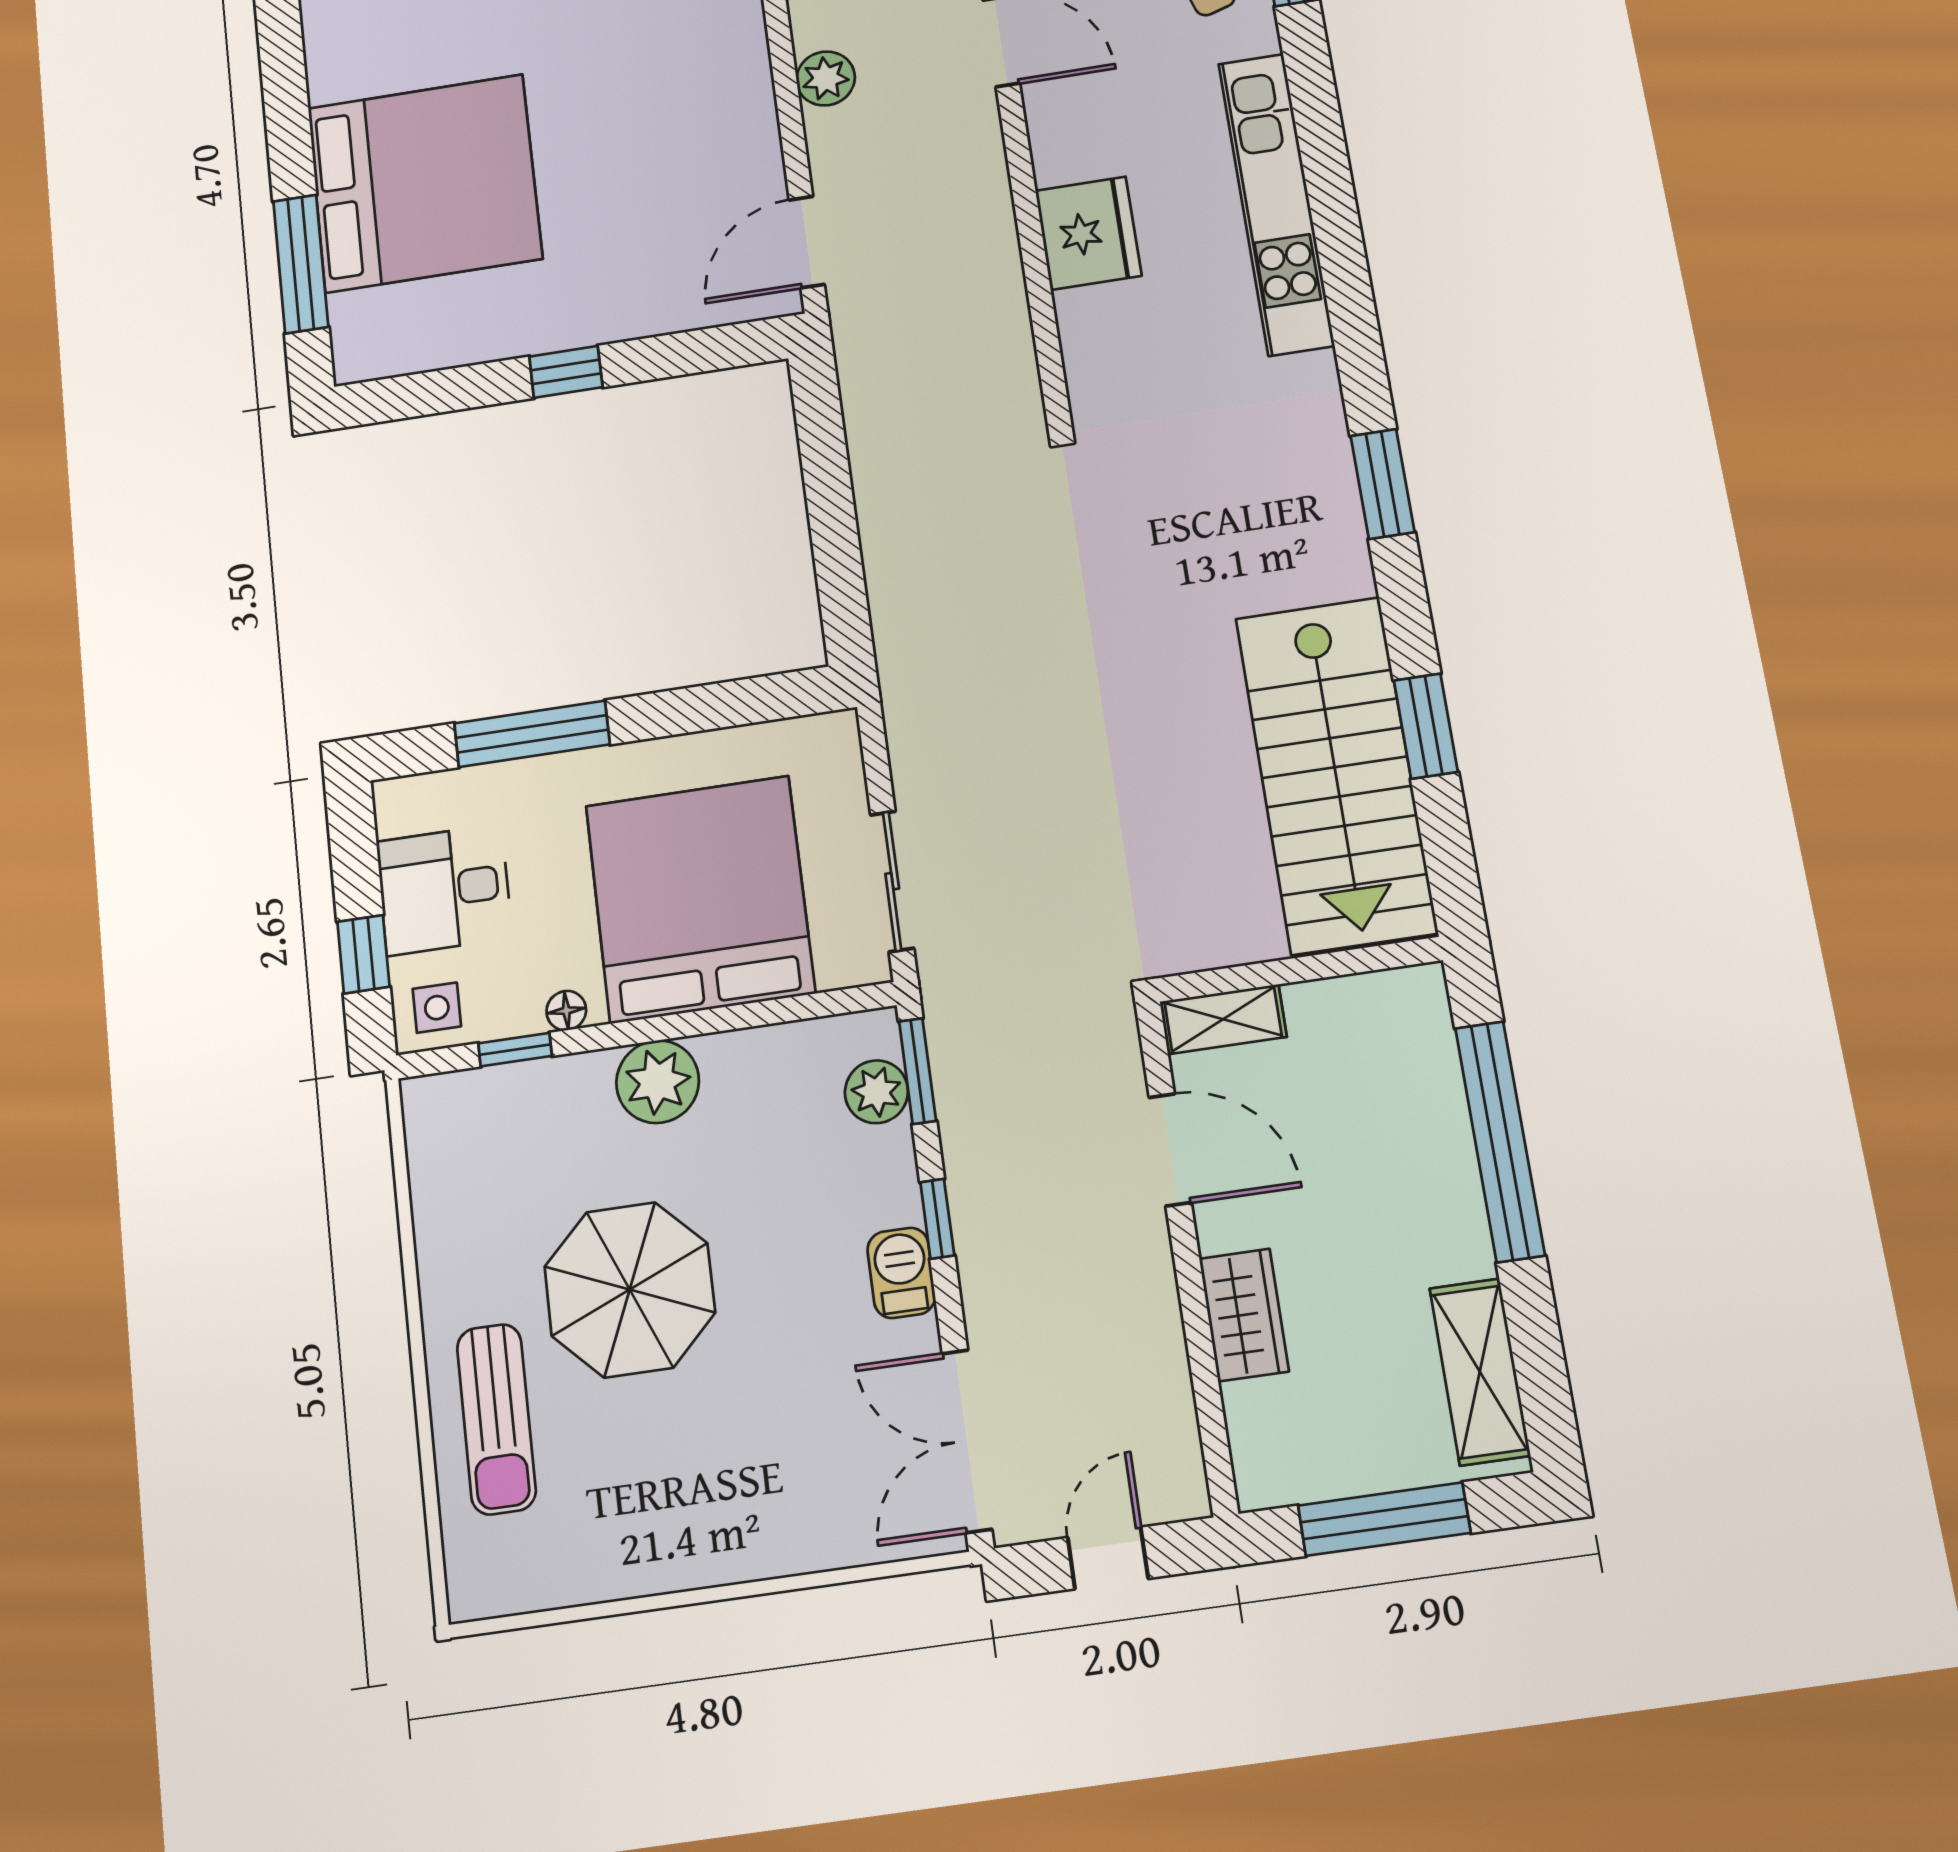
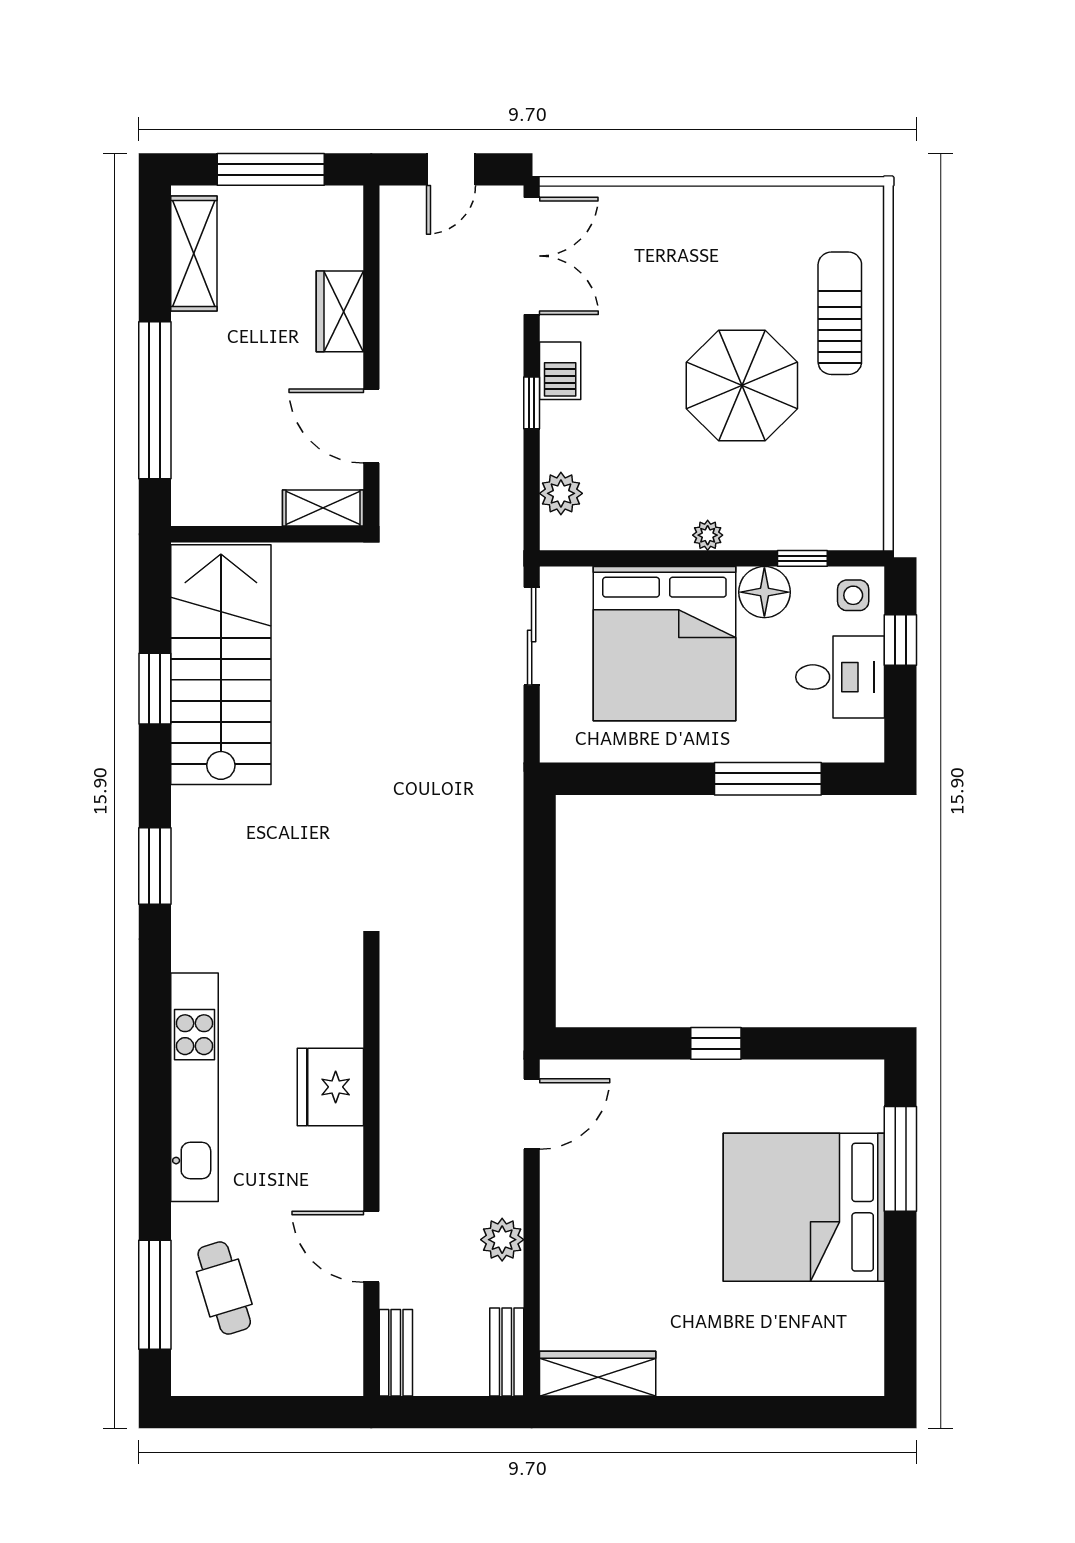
floor lamp: (566, 1011) -> (764, 592), width x1.89, depth x1.89
window: (918, 1071) -> (532, 503), removed
plant: (658, 1082) -> (708, 535), width x0.53, depth x0.53

